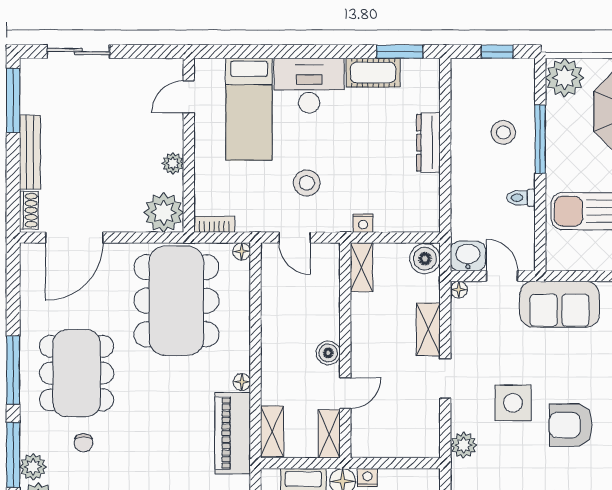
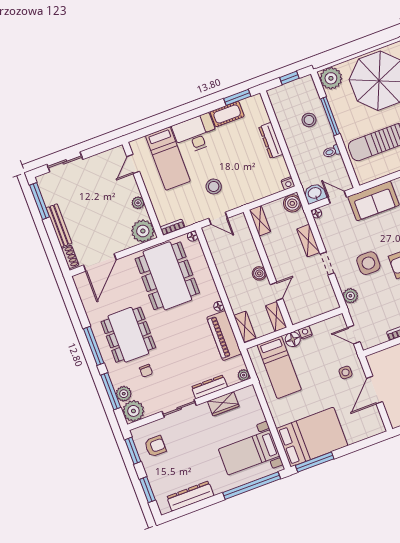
nightstand: (363, 223) -> (288, 183), moved

